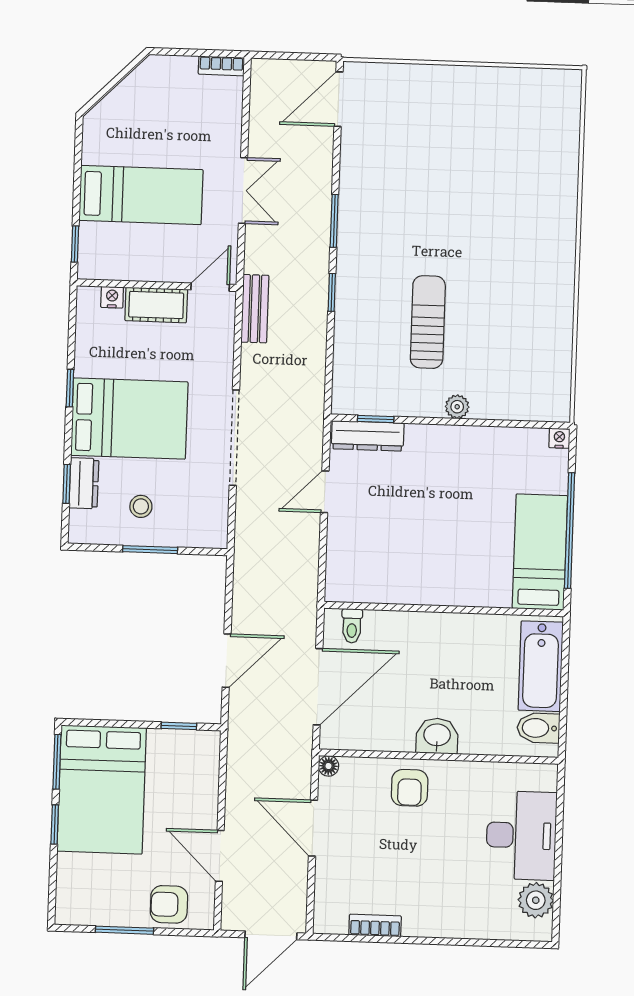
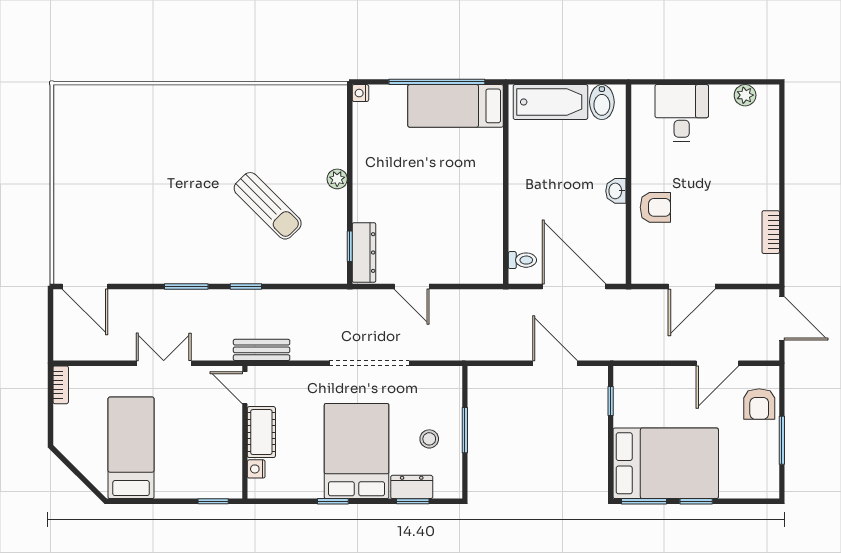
bed: (141, 195) -> (131, 448), moved
sun lounger: (428, 322) -> (268, 206), turned -135
washbasin: (437, 736) -> (616, 191), width x0.72, depth x0.69
floor lamp: (328, 766) -> (640, 275), removed
desk: (521, 835) -> (682, 113), width x0.73
plant: (536, 900) -> (745, 95), width x0.73, depth x0.73

